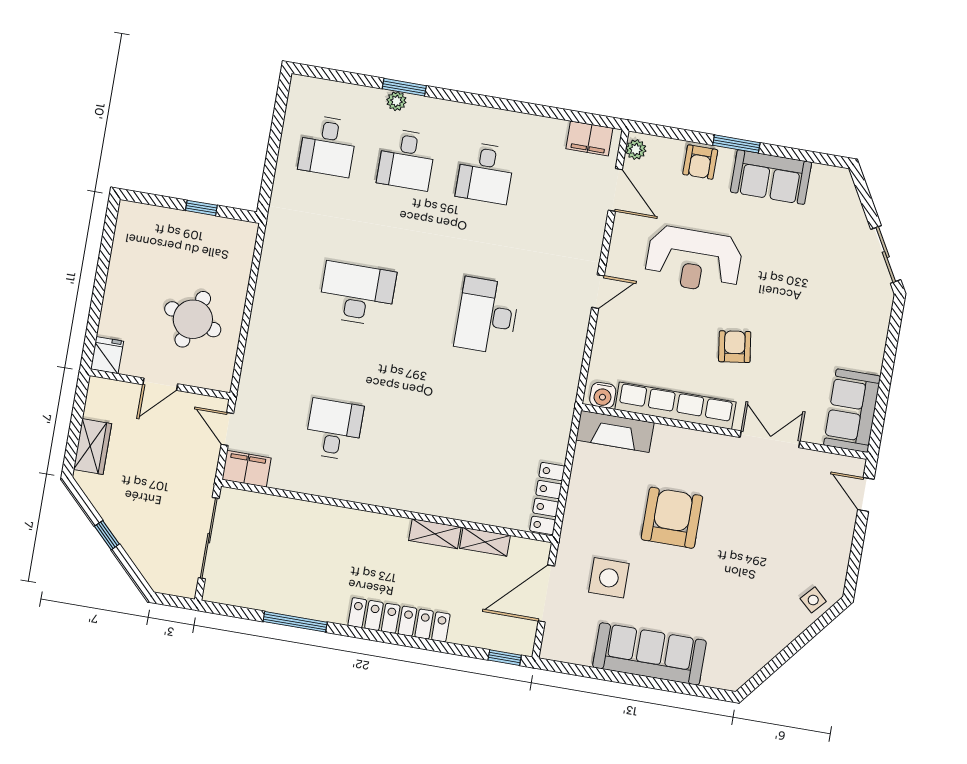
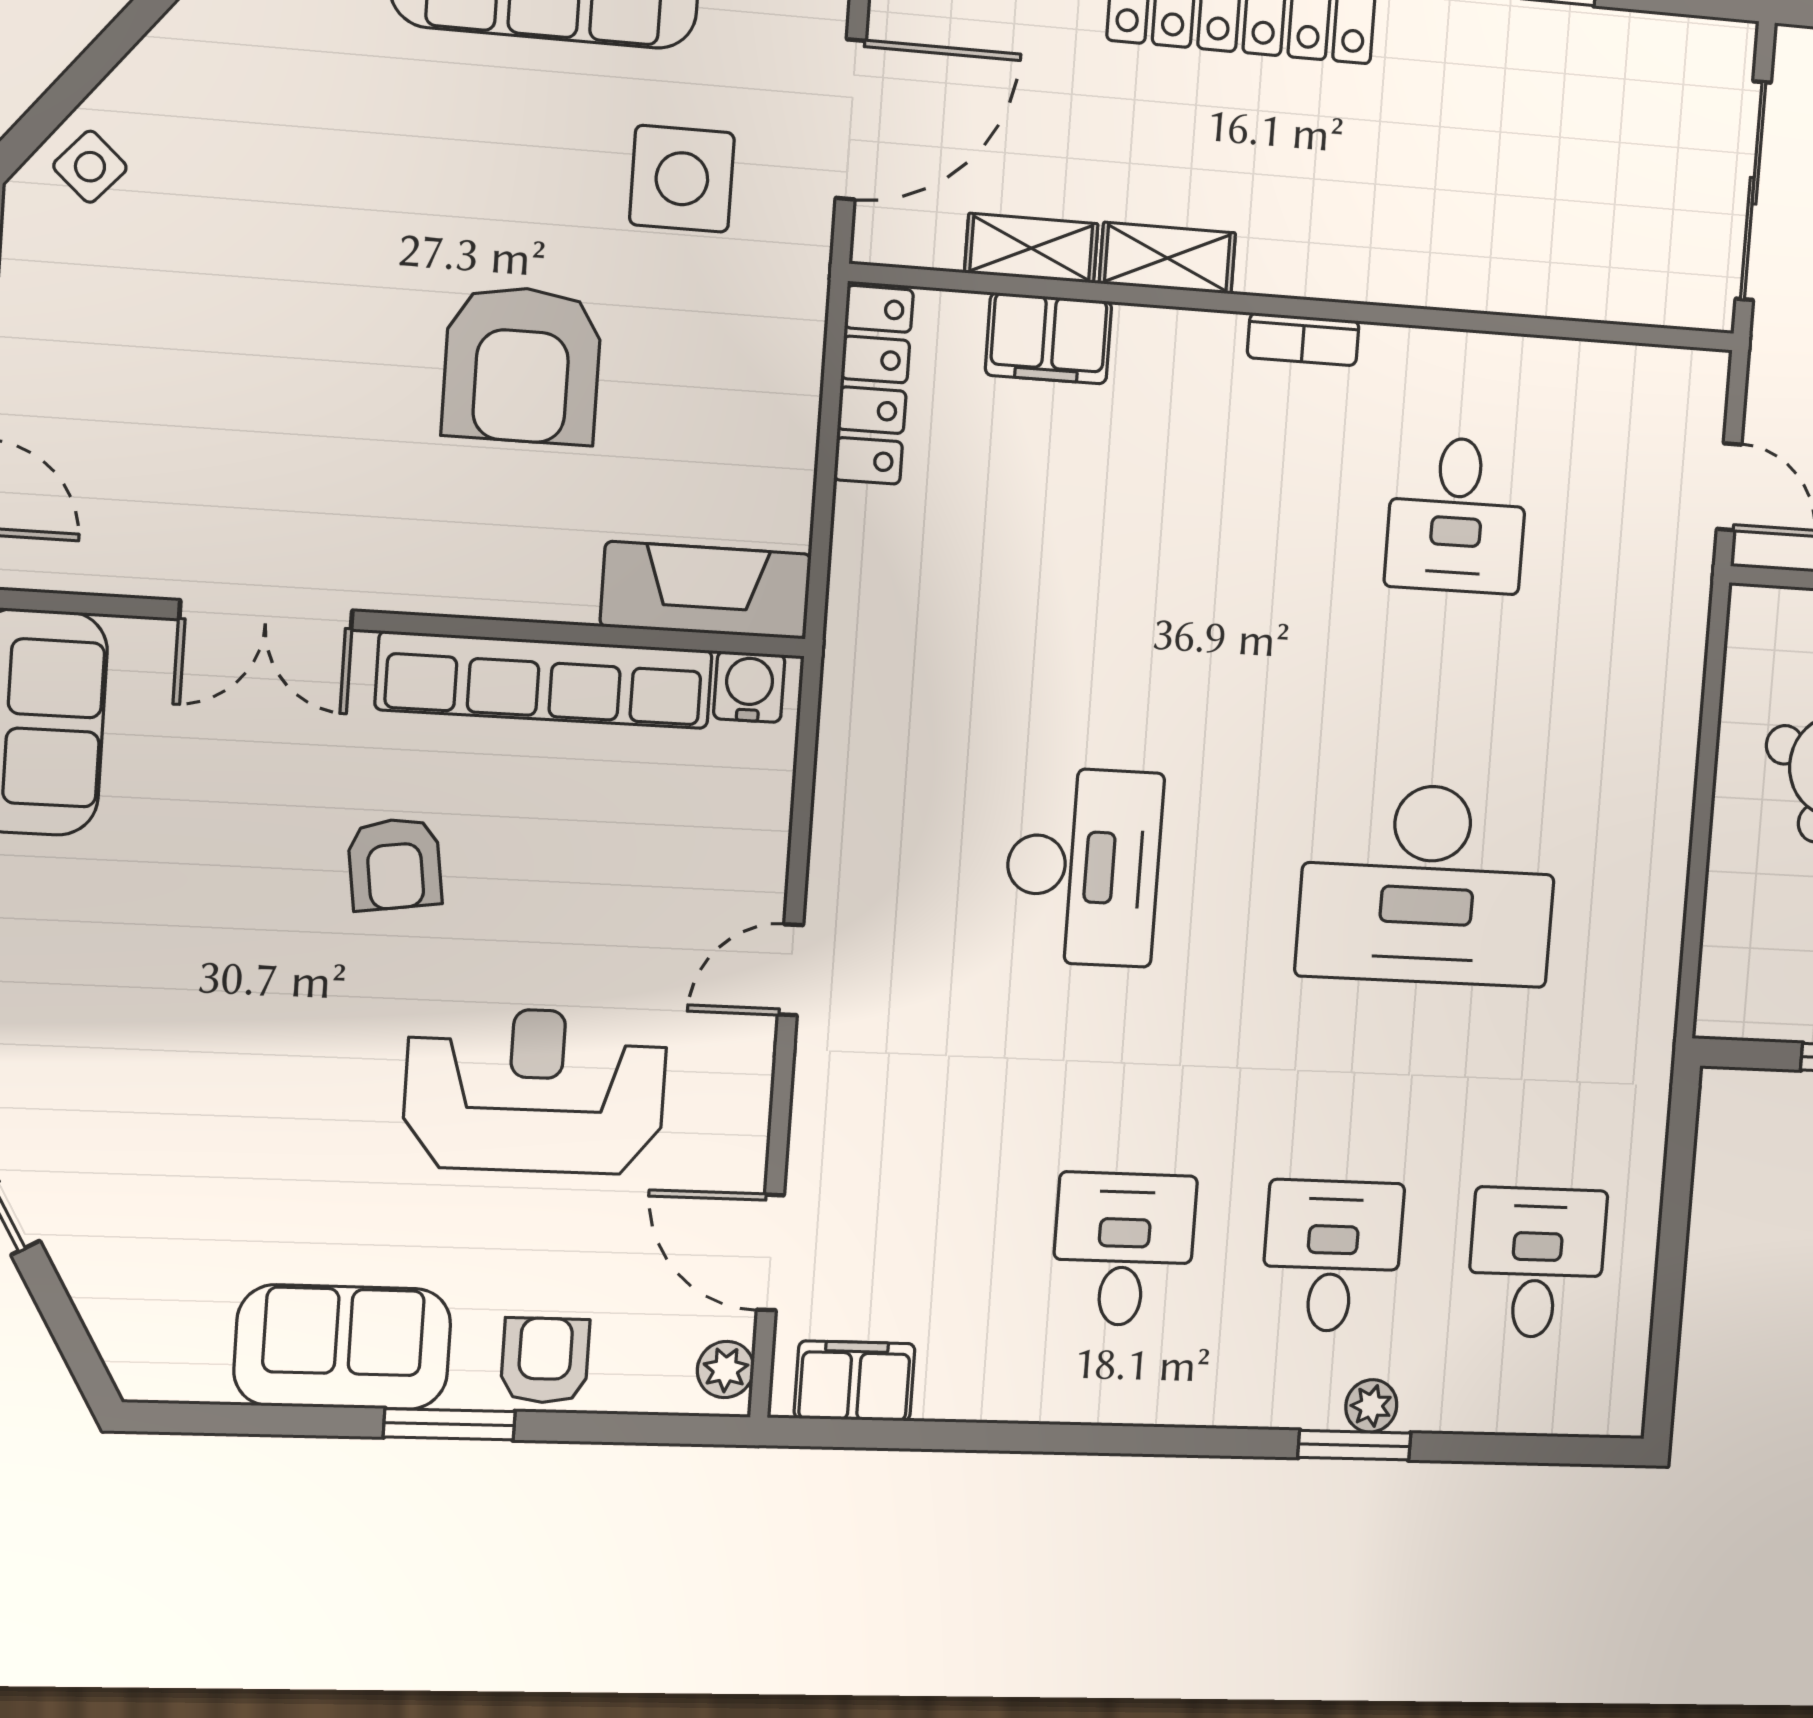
desk: (357, 294) -> (1428, 884), width x1.36, depth x1.30
filing cabinet: (246, 469) -> (1049, 338), moved
bookcase: (387, 500) -> (1303, 339), added

